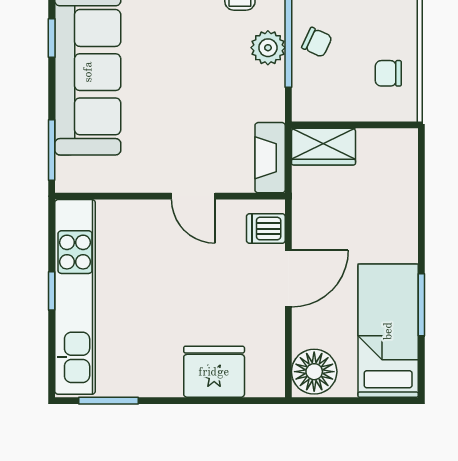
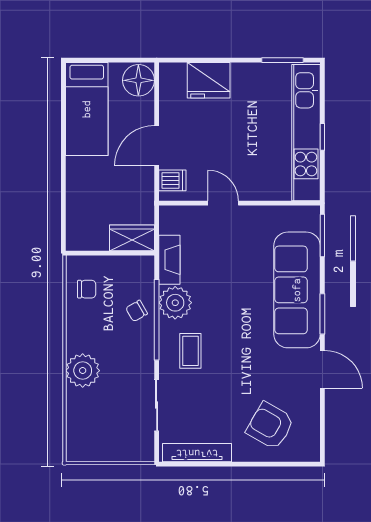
window: (52, 38) -> (322, 314), width x1.50
chair: (317, 42) -> (137, 311), turned -55
plant: (268, 48) -> (175, 303), width x1.36, depth x1.36
fireplace: (270, 158) -> (169, 260), moved
window: (421, 305) -> (63, 127), removed

